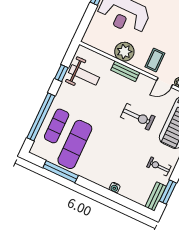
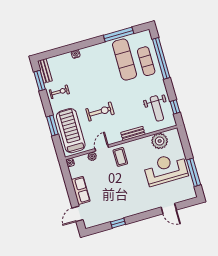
plant: (124, 52) -> (160, 141), moved
window: (61, 73) -> (175, 107), moved
weight bench: (84, 75) -> (157, 108), turned -90
exercise bike: (138, 117) -> (100, 112), turned 180

